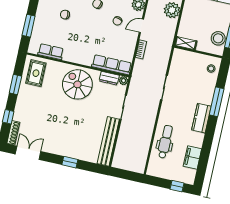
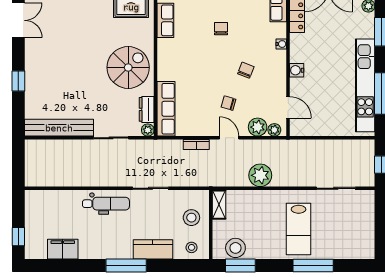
stool: (190, 64) -> (191, 218), added
window: (217, 102) -> (126, 266), moved
kitchen counter: (201, 118) -> (153, 249), moved
dental chair: (165, 142) -> (106, 204), moved

